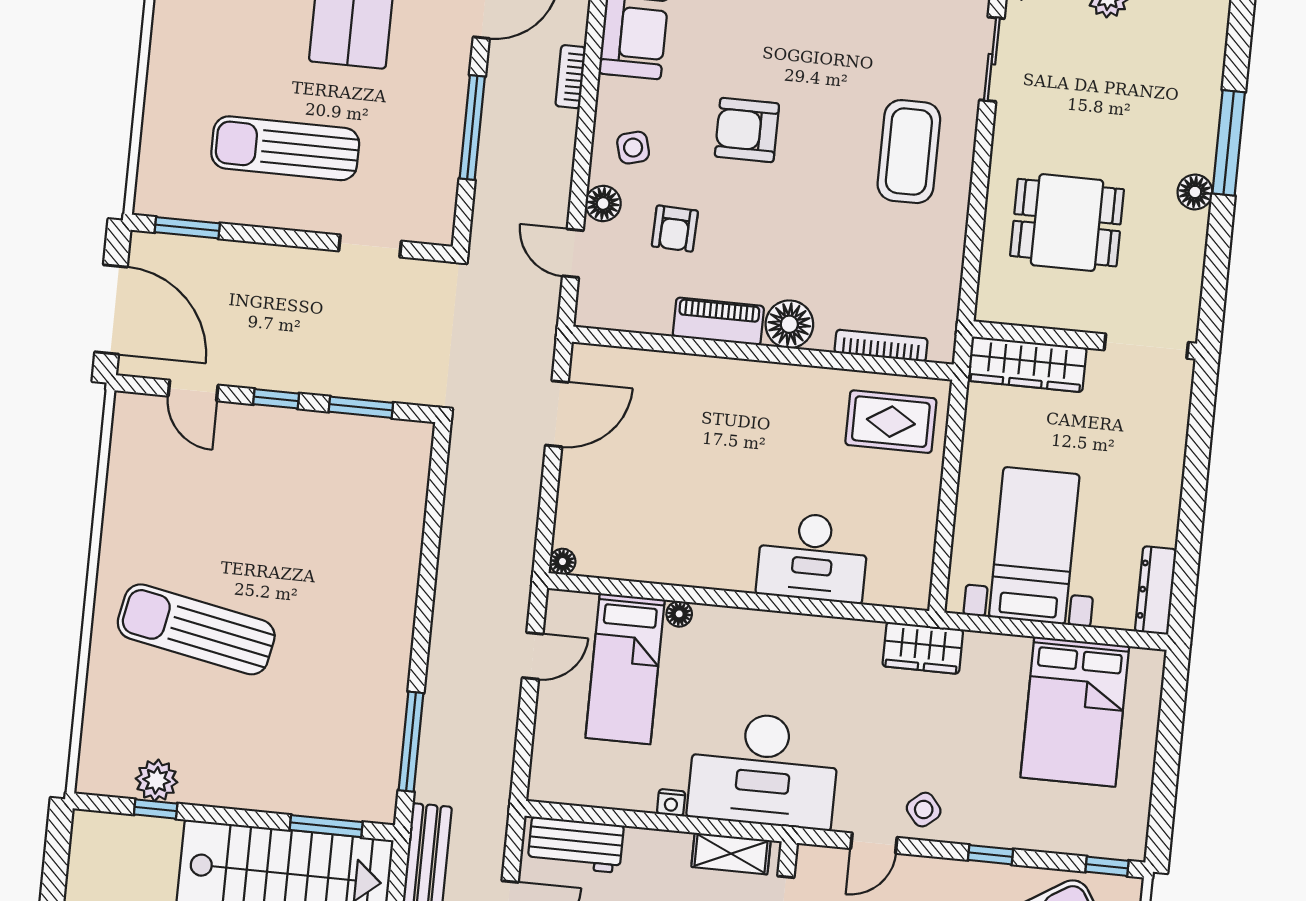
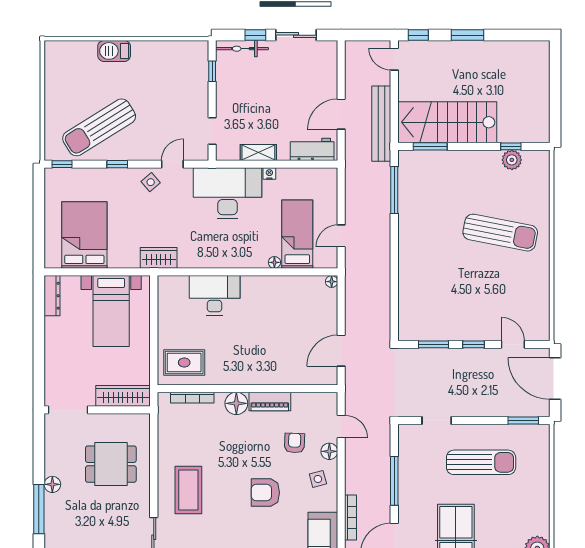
bookcase: (571, 77) -> (351, 517), width x1.56
armchair: (747, 130) -> (265, 493), turned 180
shelving: (731, 854) -> (258, 152), moved

